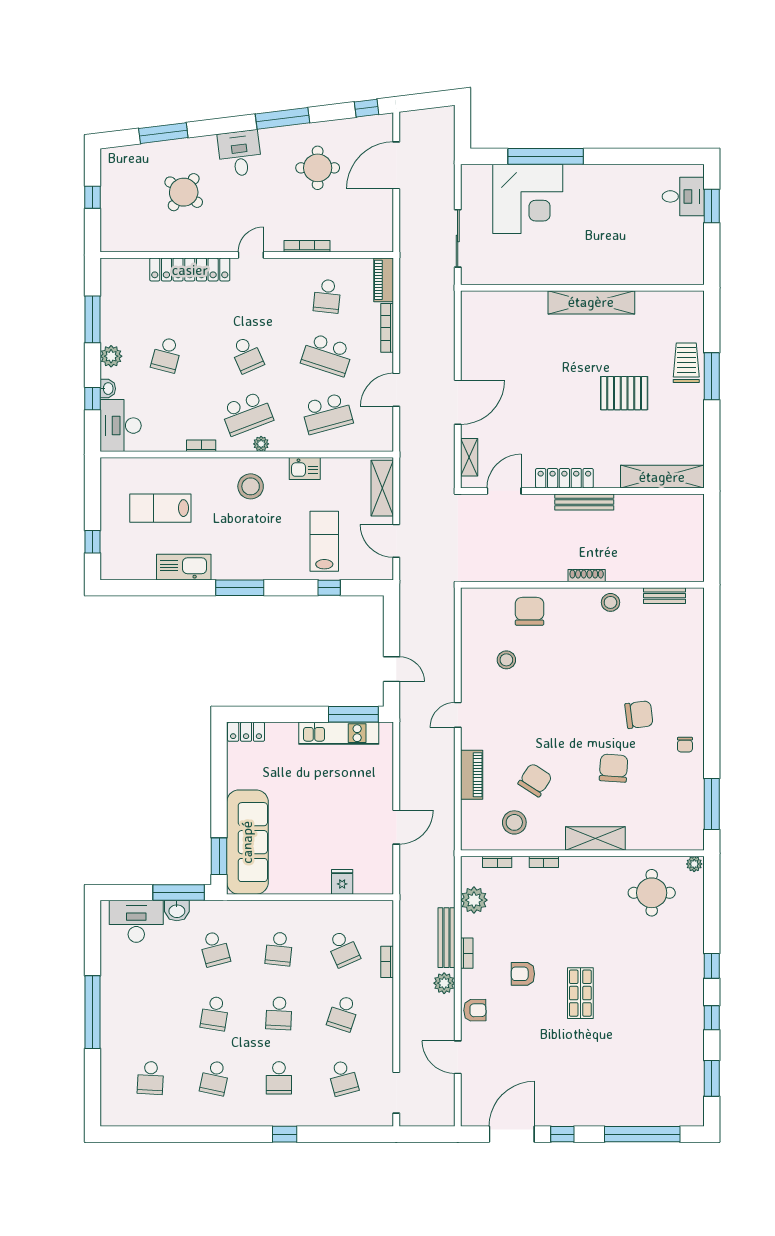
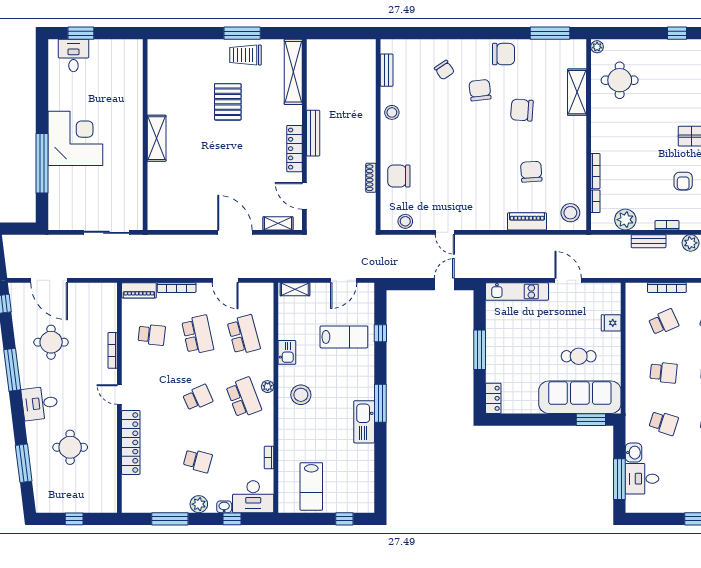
round table: (184, 192) -> (70, 447), turned -37
corner desk: (528, 199) -> (75, 138), moved
shelving: (591, 302) -> (157, 138), width x0.68
school desk: (327, 355) -> (198, 335), turned -30
trolley: (686, 363) -> (245, 55), moved
window: (712, 376) -> (242, 33), moved
bookcase: (201, 446) -> (269, 458), moved
shelving: (382, 488) -> (295, 289), width x0.67, depth x0.75
lab bench: (160, 508) -> (311, 486), moved
lab bench: (324, 541) -> (344, 337), turned 180
kitchen sink: (184, 567) -> (364, 422), moved
shoe rack: (587, 576) -> (371, 178), moved
stool: (506, 660) -> (405, 221), moved
chair: (665, 669) -> (444, 70), added
window: (353, 714) -> (480, 350), moved
door: (458, 715) -> (445, 232), moved
kitchen unit: (339, 733) -> (517, 292), moved, turned 90
chair: (685, 745) -> (503, 54), width x1.87, depth x1.87
chair: (535, 780) -> (531, 172), turned 53
stool: (514, 822) -> (570, 213), moved
shelving: (595, 838) -> (577, 92), moved
cafe table: (300, 840) -> (579, 356), added
bookcase: (544, 862) -> (595, 171), width x1.56
window: (179, 893) -> (619, 479), moved
desk: (136, 921) -> (642, 479), width x0.73
bench: (446, 938) -> (649, 241), width x0.73
school desk: (215, 949) -> (664, 423), turned 33
bookcase: (387, 962) -> (667, 288), width x1.56

